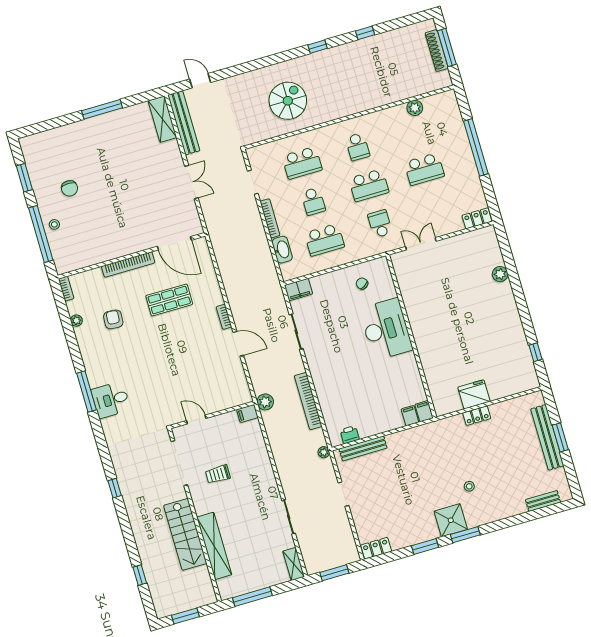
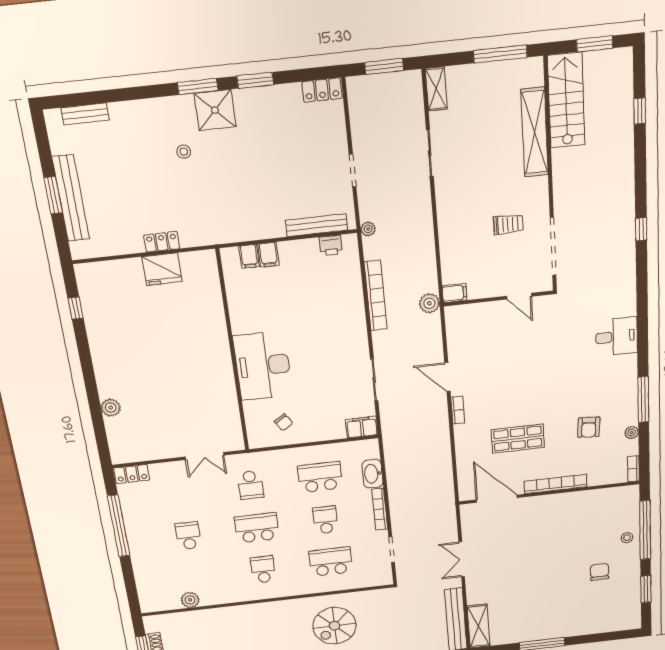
window: (476, 147) -> (119, 526), moved
school desk: (424, 169) -> (188, 536), width x0.54
window: (86, 391) -> (643, 400), moved
filing cabinet: (424, 411) -> (268, 255), moved
stairs: (185, 534) -> (566, 101), moved

